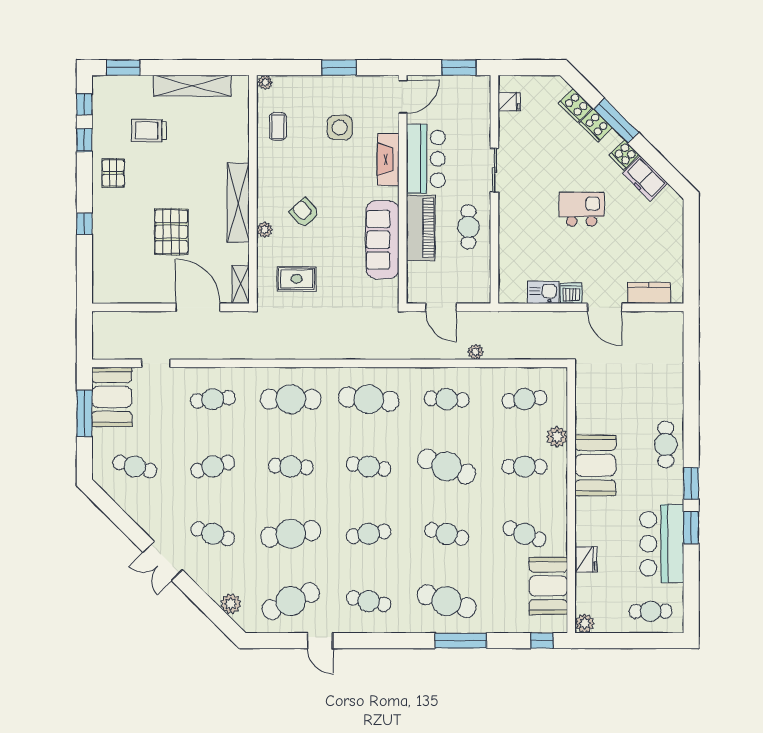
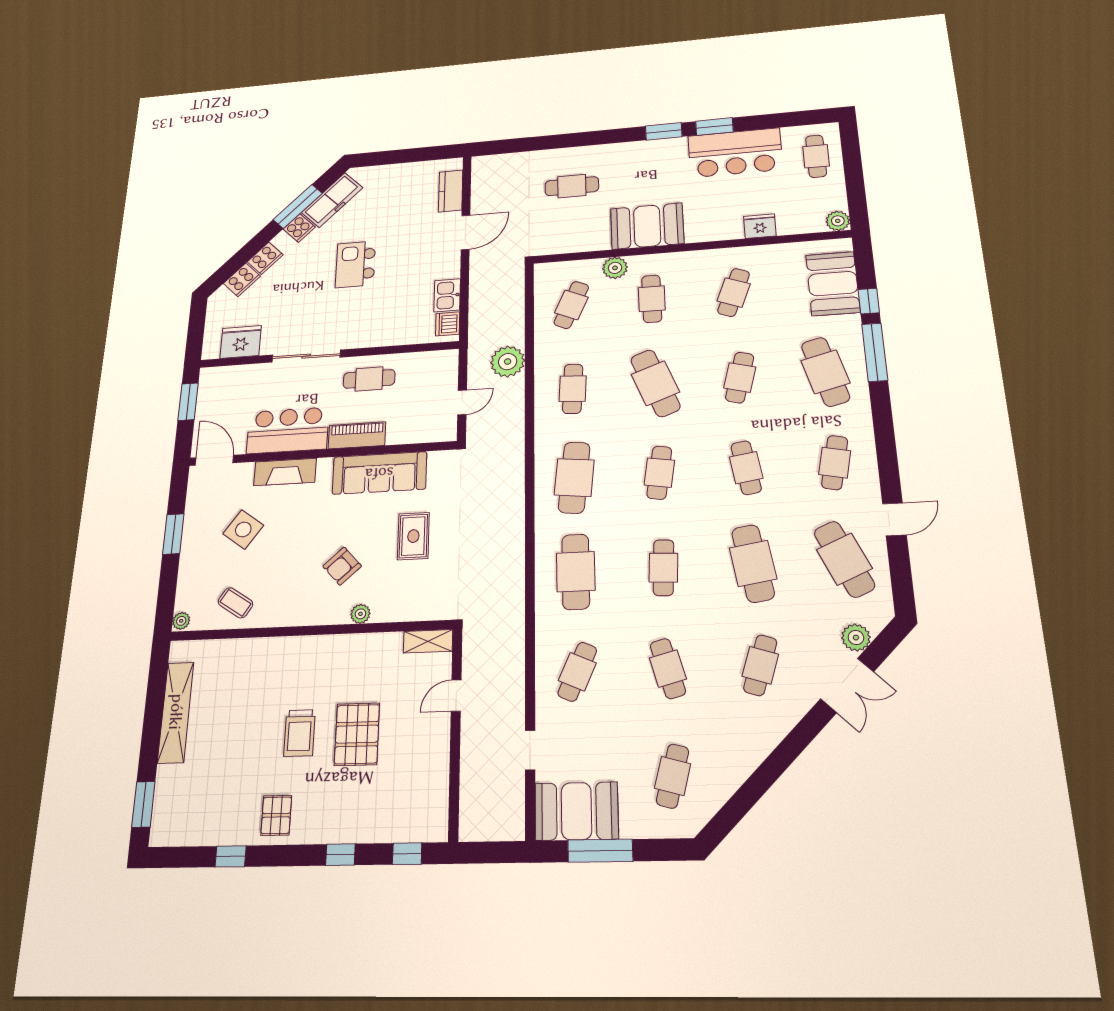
fridge: (509, 102) -> (241, 342), width x1.88, depth x1.34
window: (84, 104) -> (407, 854), moved
window: (616, 121) -> (298, 206), moved
coffee table: (278, 126) -> (235, 603), turned 33
side table: (340, 127) -> (243, 529), turned 36
trolley: (149, 131) -> (299, 733), moved
sliding door: (494, 170) -> (306, 356), width x1.37
pallet: (113, 173) -> (276, 815), turned 90
freezer: (645, 178) -> (332, 200), width x1.40
shelving: (238, 203) -> (325, 648), removed
piano: (421, 228) -> (357, 435), width x0.73, depth x0.75
pallet: (171, 232) -> (357, 734), turned 90
rug: (297, 279) -> (413, 536), moved
dishwasher: (571, 293) -> (448, 324), moved
door: (198, 307) -> (456, 696), width x0.53
door: (441, 307) -> (462, 402), width x0.73
plant: (476, 352) -> (508, 362), width x1.88, depth x1.88
cafe table: (213, 399) -> (577, 672), turned 30
cafe table: (524, 399) -> (571, 305), turned 30
cafe table: (666, 445) -> (572, 186), moved
cafe table: (447, 466) -> (655, 383), turned -42
double door: (163, 561) -> (847, 685), moved
booth: (548, 586) -> (833, 284), moved, turned 90
cafe table: (447, 601) -> (825, 372), turned -33
window: (542, 641) -> (869, 301), moved

